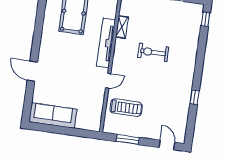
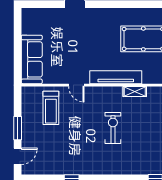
sofa: (53, 116) -> (32, 59), moved
window: (128, 139) -> (18, 128), moved

